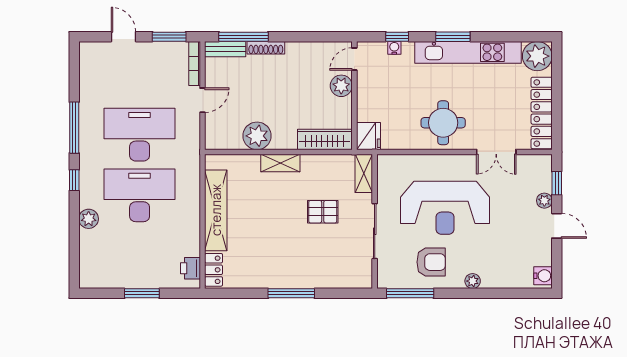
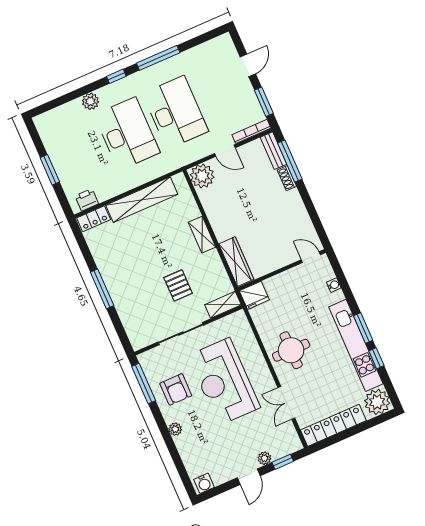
window: (397, 37) -> (376, 358), moved
shoe rack: (266, 48) -> (287, 178), width x0.70
plant: (341, 86) -> (285, 256), removed
plant: (257, 136) -> (202, 176), moved

